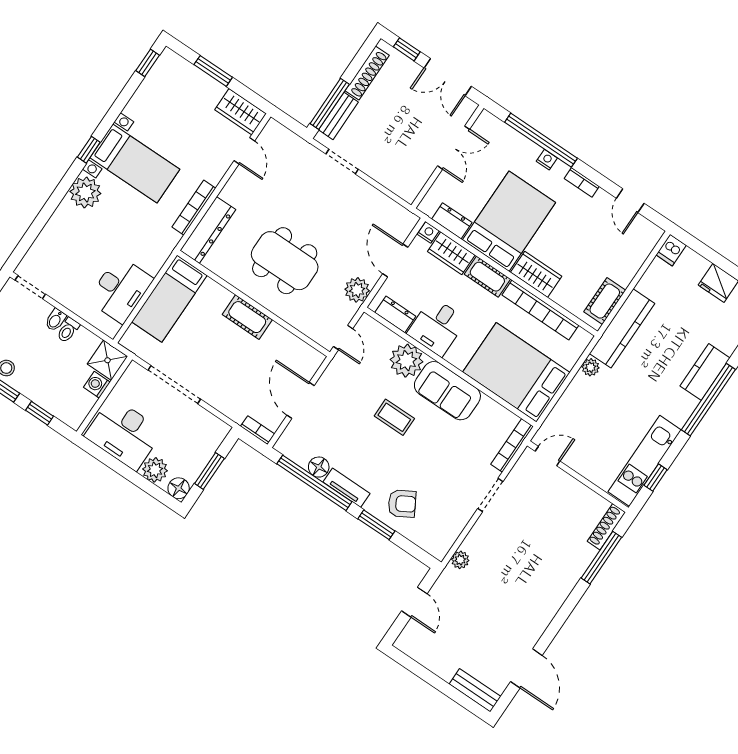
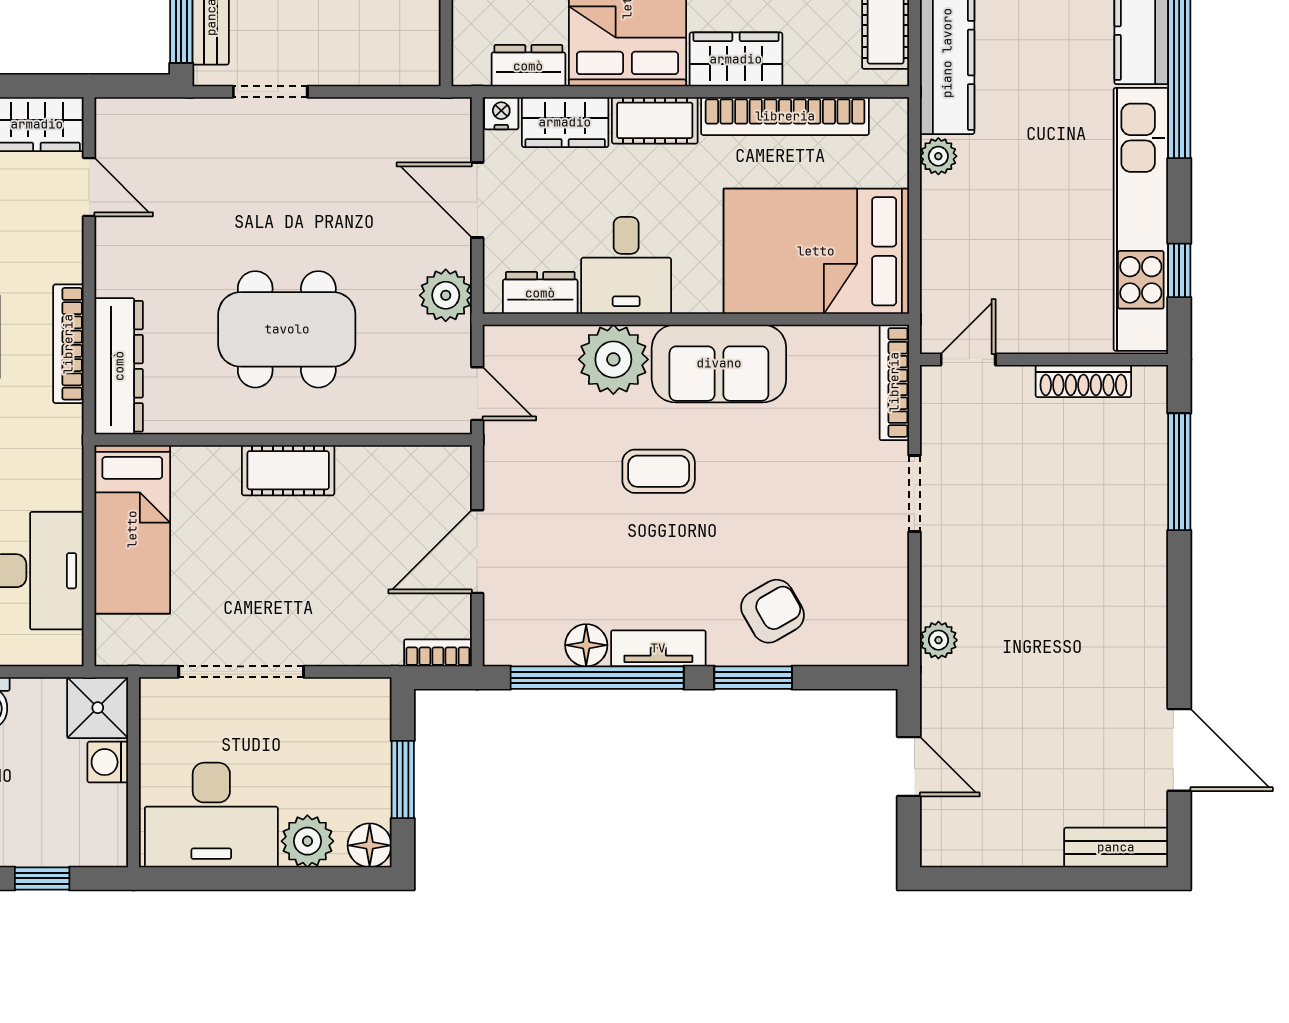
door: (300, 400) -> (477, 552), hinge flipped
kitchen unit: (645, 461) -> (1141, 219), width x1.36
shoe rack: (606, 527) -> (1083, 381), moved, turned -90

